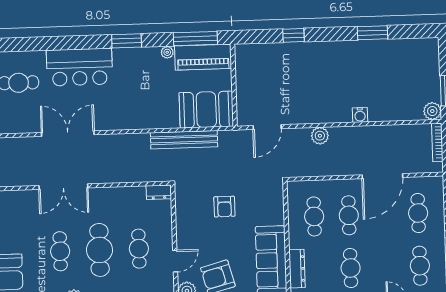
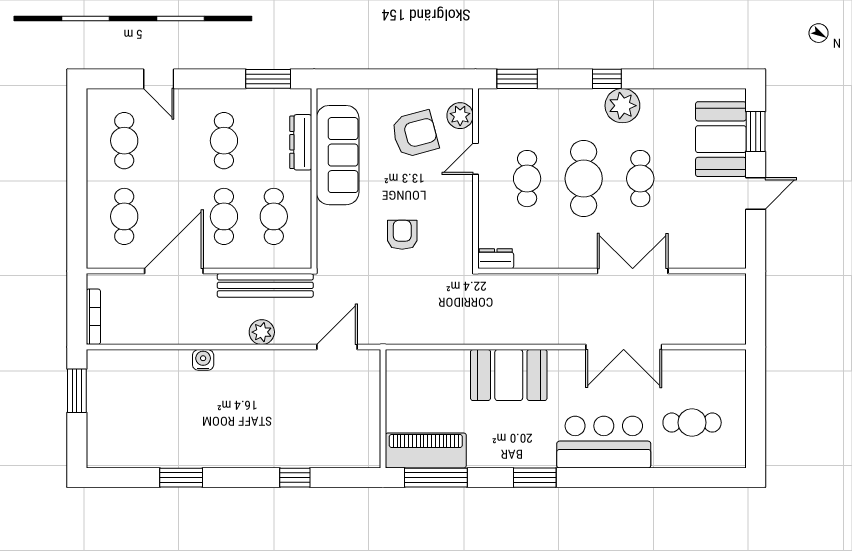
plant: (167, 52) -> (477, 459), removed
booth: (206, 110) -> (509, 375), moved
plant: (432, 111) -> (99, 362), removed
bench: (184, 140) -> (265, 285), moved

